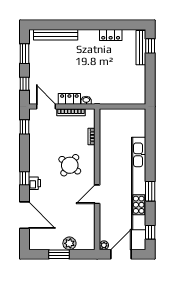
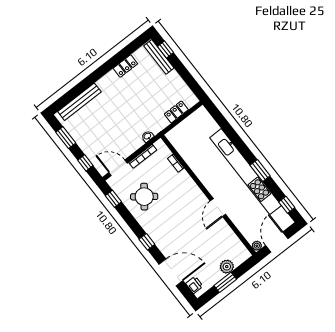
locker: (69, 99) -> (176, 112), moved
round table: (70, 165) -> (144, 197), moved
printer: (35, 183) -> (194, 285), moved

